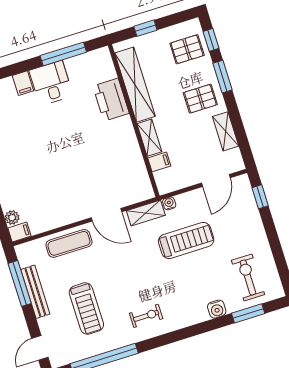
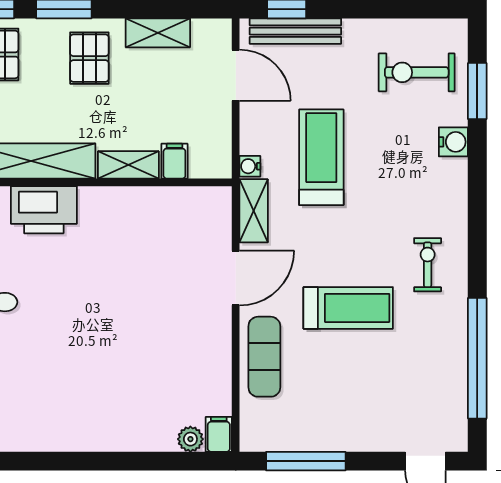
bench: (35, 292) -> (295, 31), moved
treadmill: (86, 309) -> (348, 308), moved

